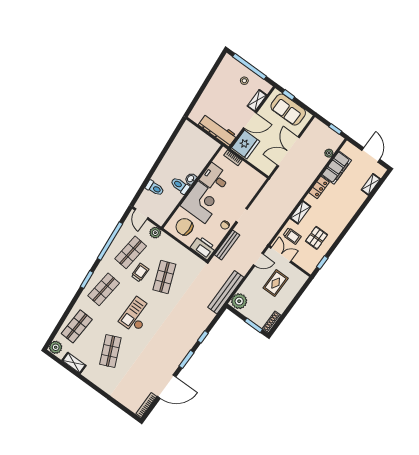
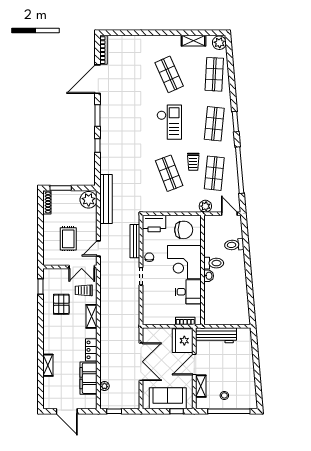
shelving: (371, 184) -> (48, 365), moved

